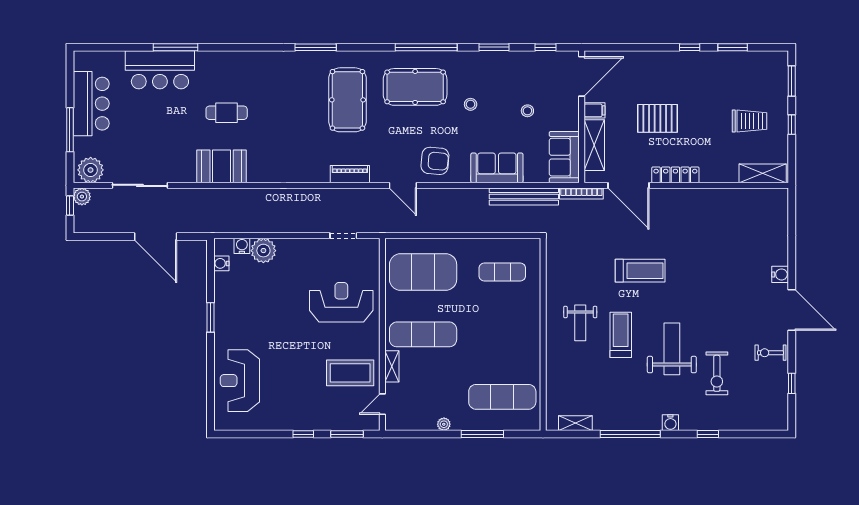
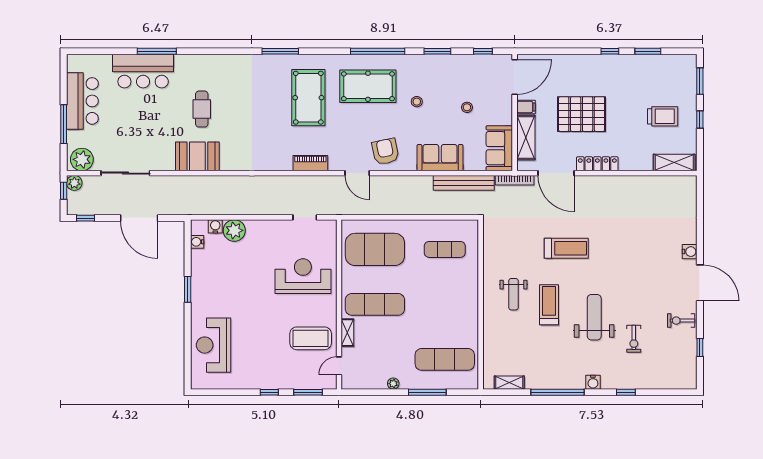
cafe table: (227, 113) -> (202, 109), turned 90
pallet: (658, 118) -> (582, 114), width x1.37, depth x1.41
armchair: (435, 161) -> (385, 151), turned -107
window: (95, 236) -> (86, 218), added
exercise bike: (717, 373) -> (634, 339), width x0.73, depth x0.72

